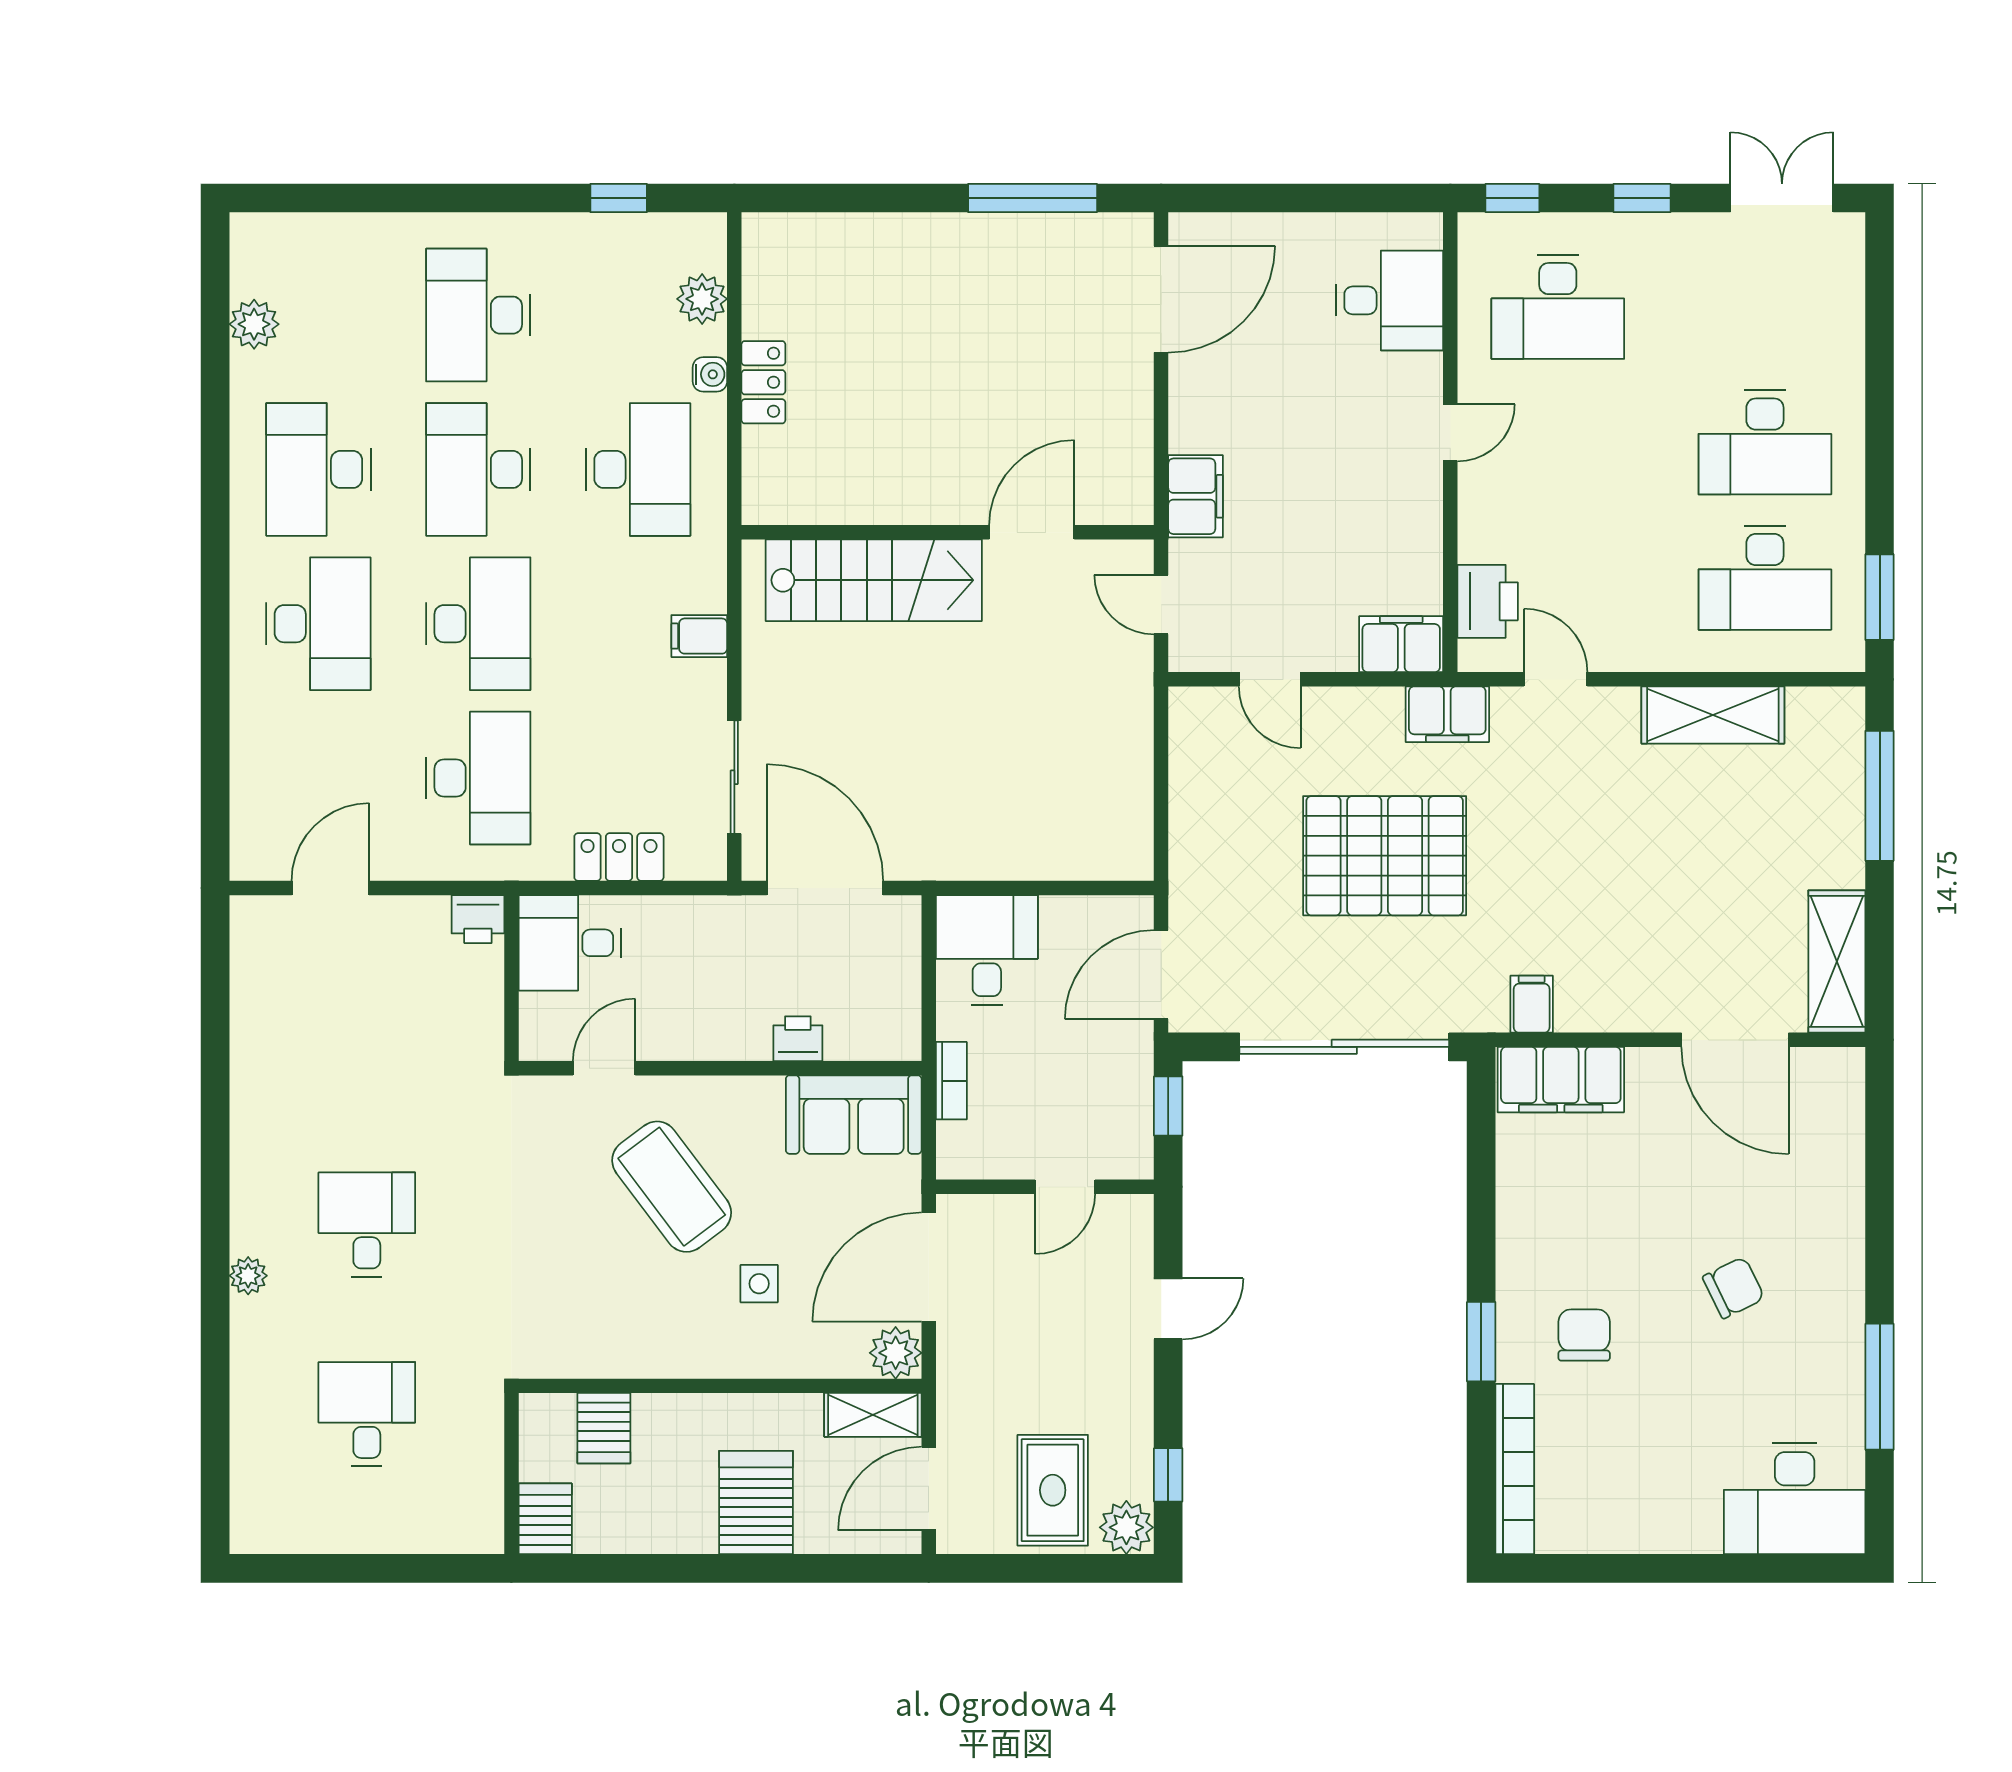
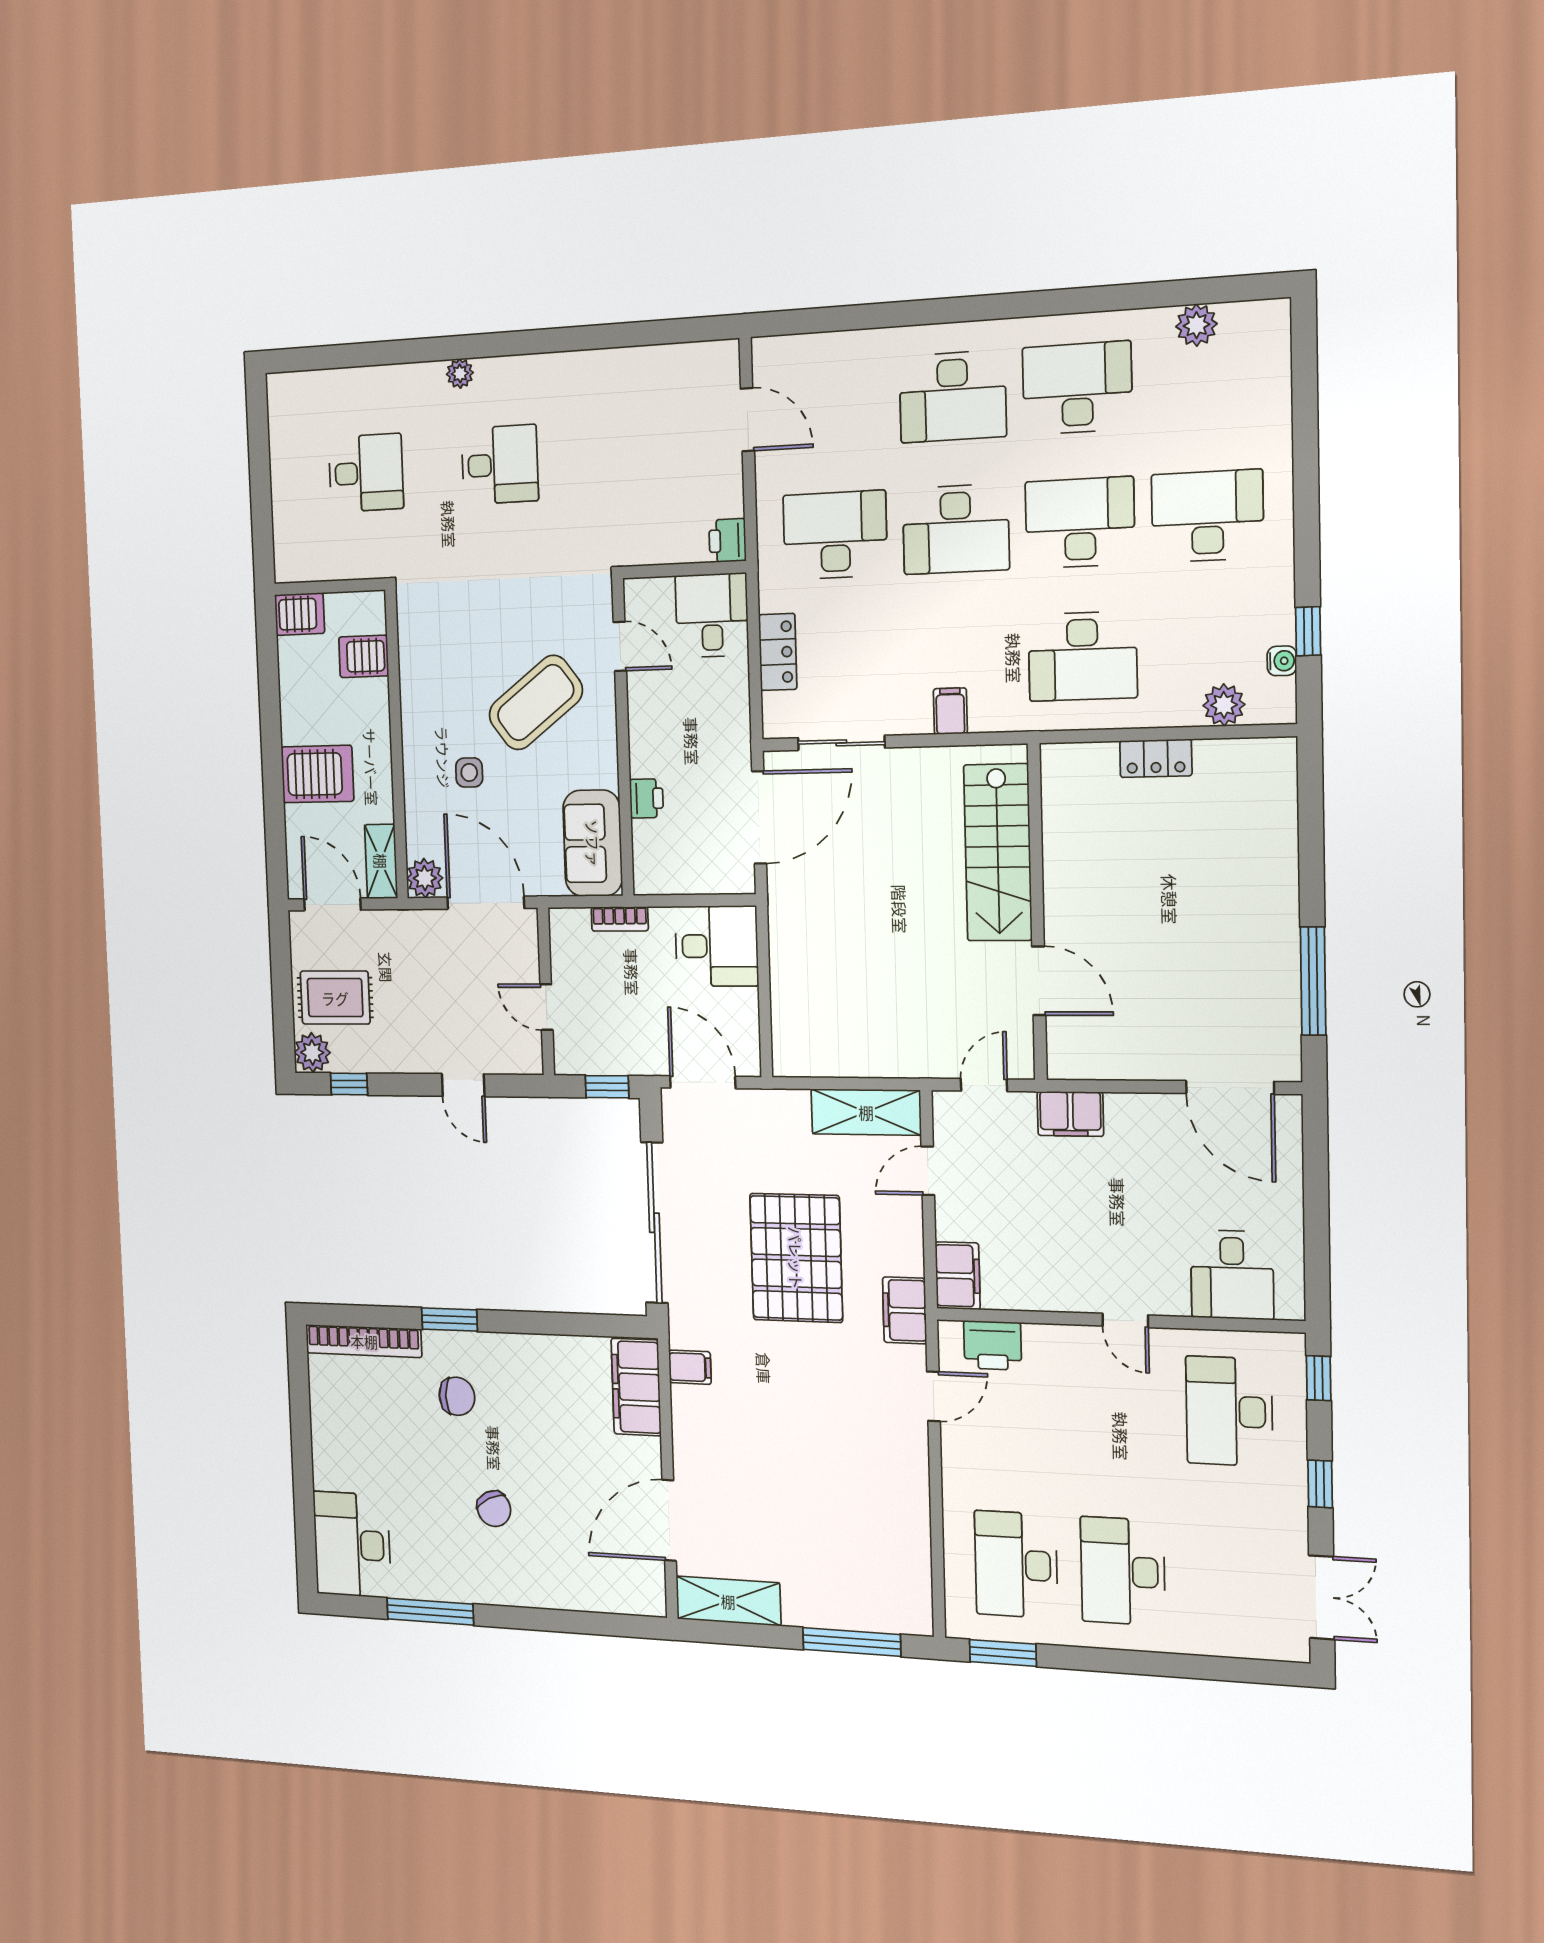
water cooler: (710, 374) -> (1282, 661), moved, turned -90
shelving: (1713, 715) -> (866, 1112), moved, turned 90
desk: (478, 778) -> (835, 535), turned 180

